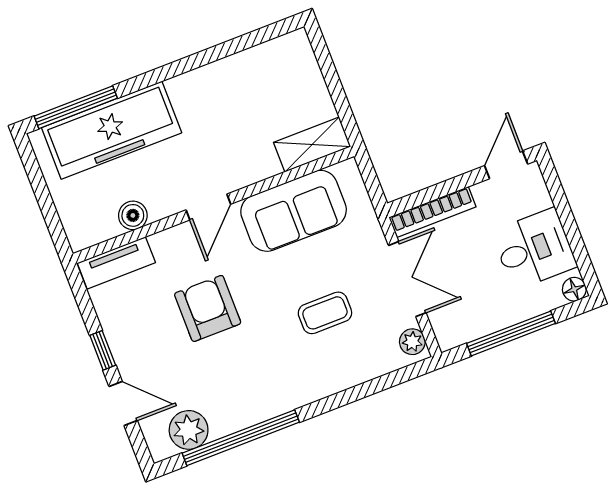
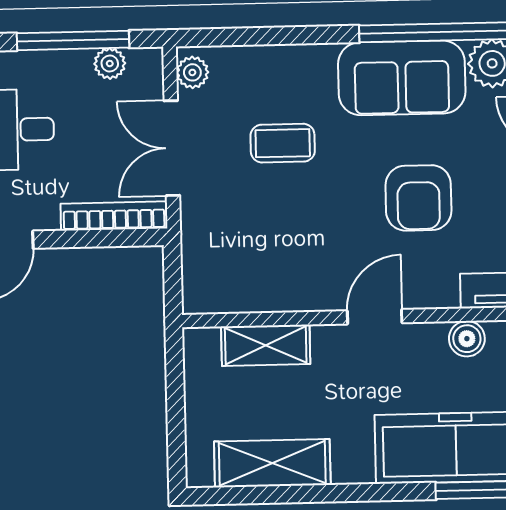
shelving: (246, 69) -> (272, 463), added
shelving: (312, 145) -> (266, 345), moved
sofa: (294, 211) -> (402, 78), moved, turned 180
plant: (477, 326) -> (110, 63), added

